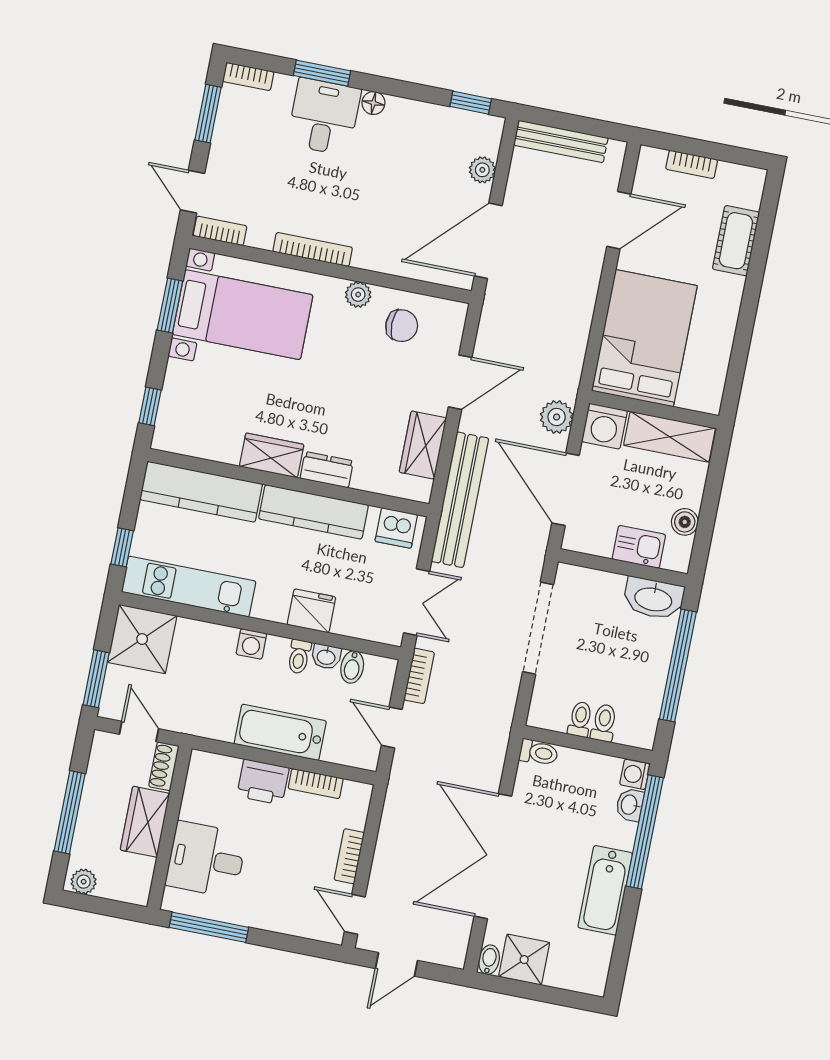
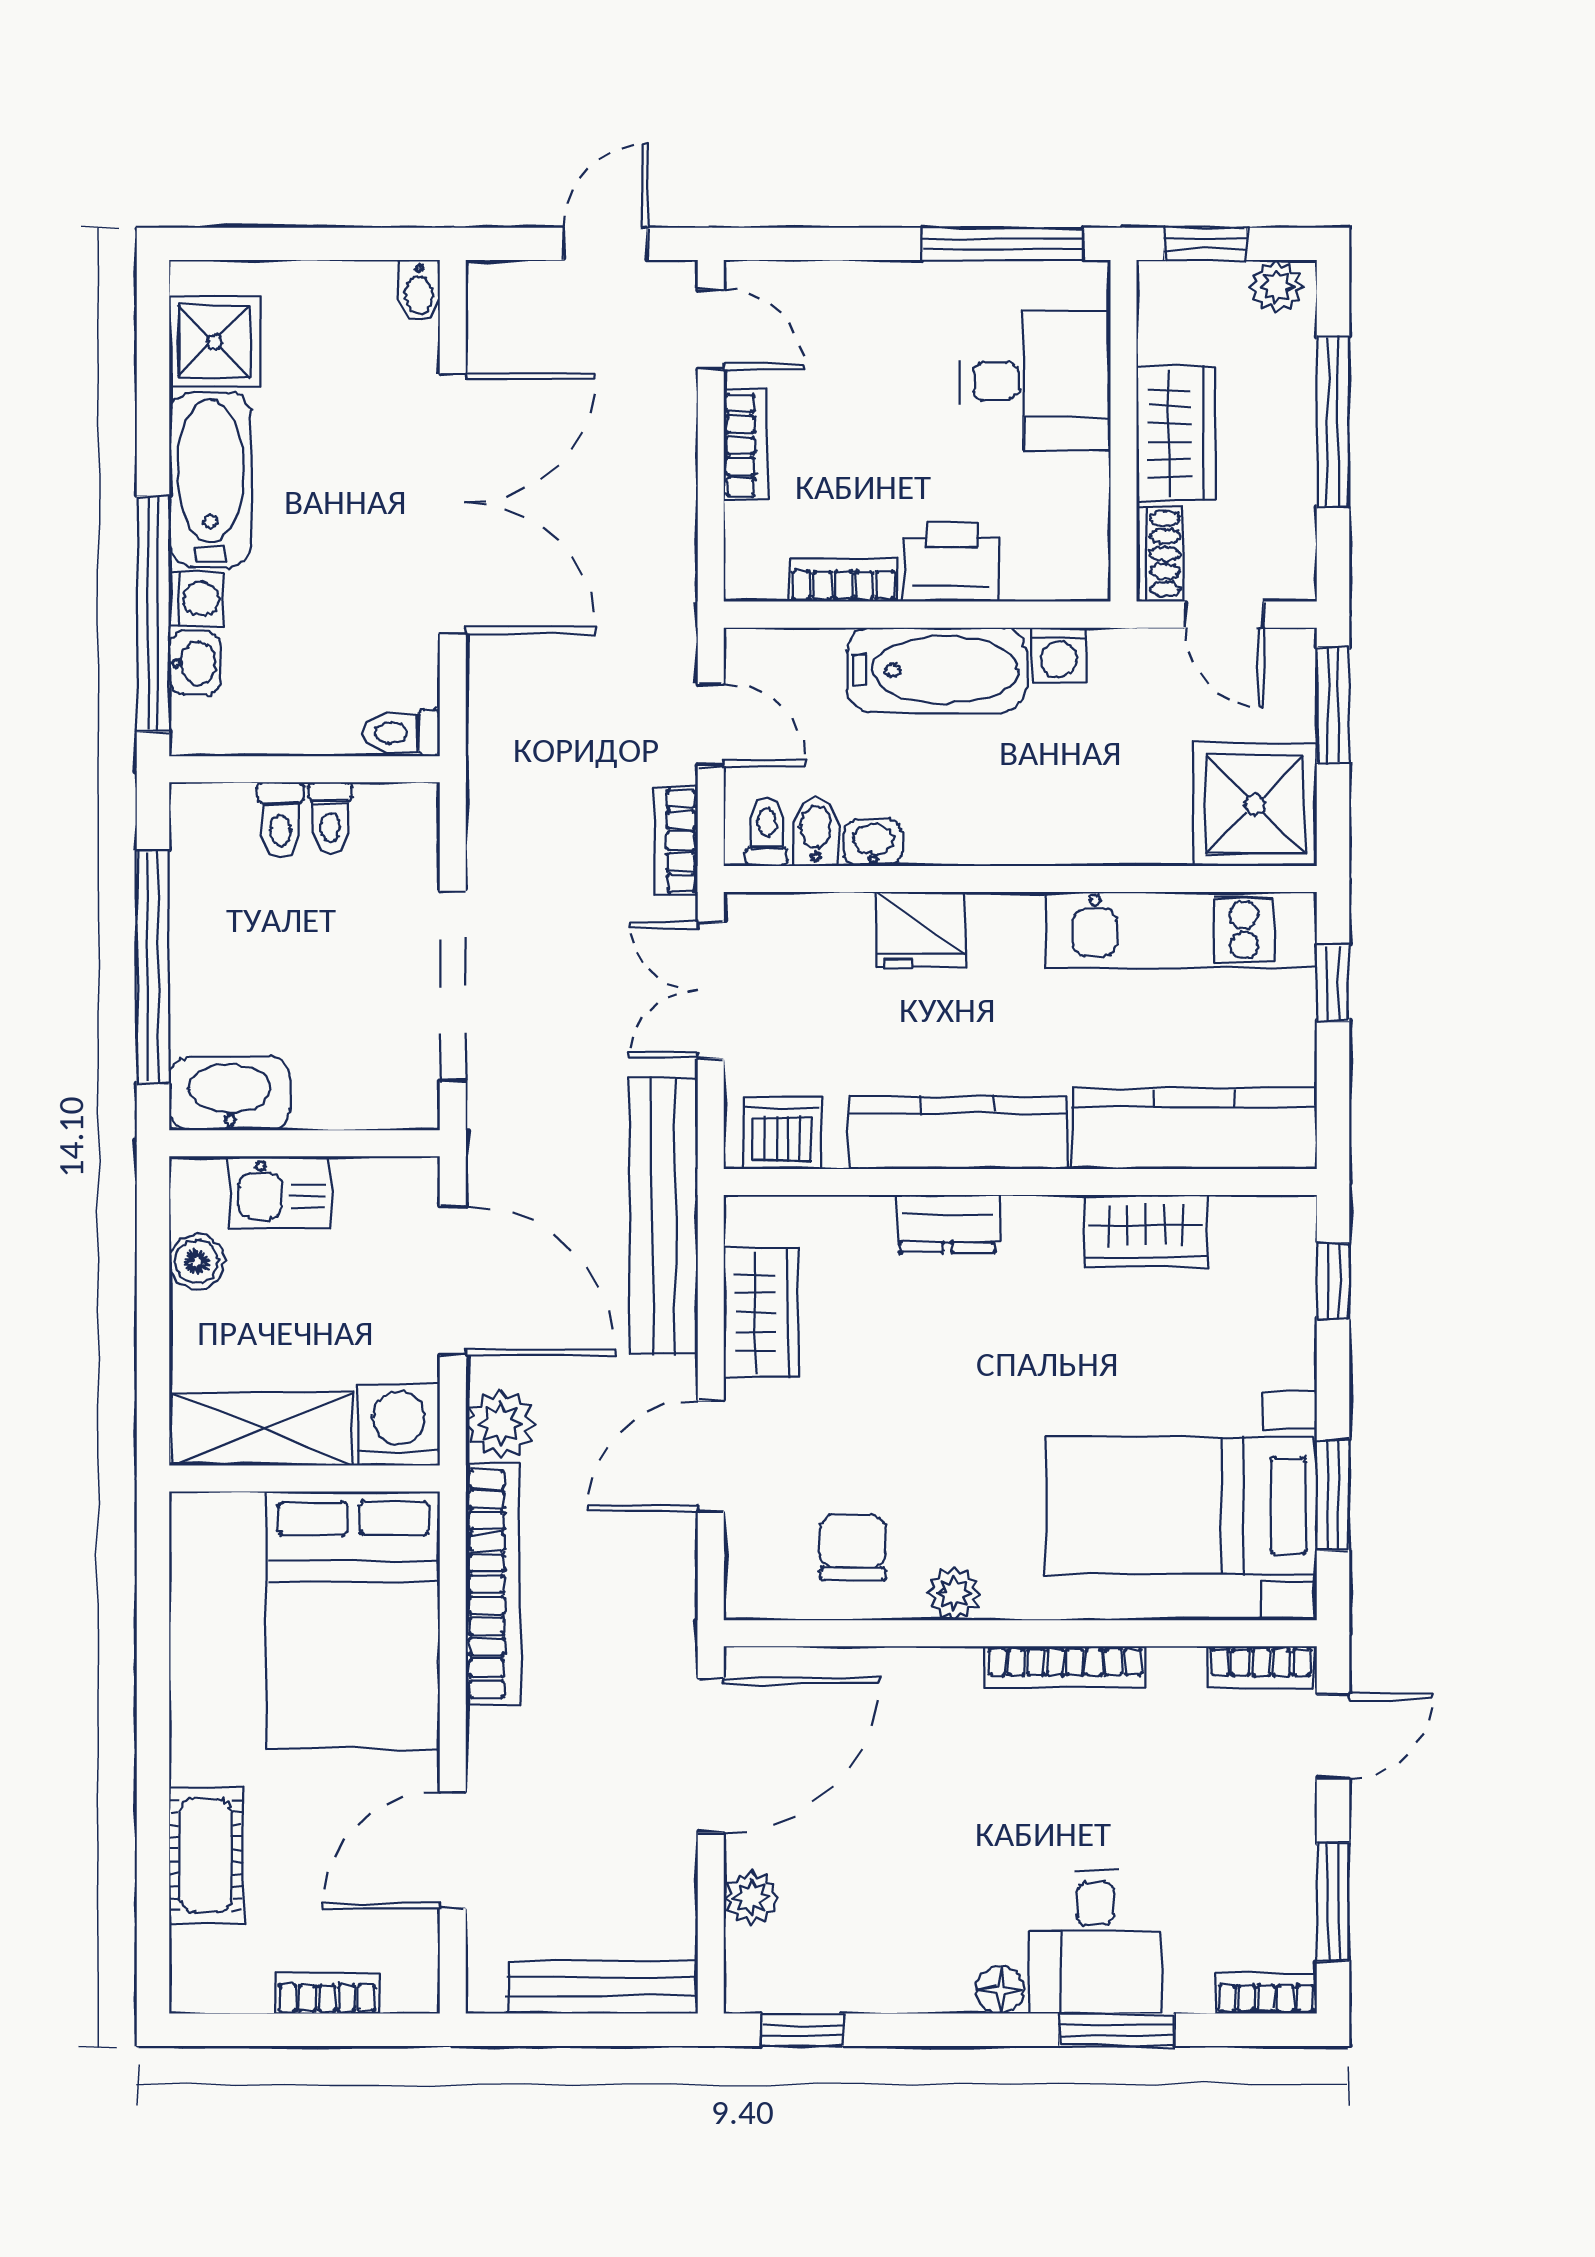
door: (193, 192) -> (1333, 1736), hinge flipped
chair: (402, 326) -> (853, 1548), turned 90
bookcase: (575, 342) -> (493, 1584), added
wardrobe: (272, 455) -> (1146, 1231), moved
washing machine: (251, 644) -> (1059, 655), moved, turned 180
toilet: (299, 657) -> (767, 832), moved
washing machine: (635, 774) -> (197, 599), moved
window: (113, 908) -> (1205, 244), added
shower: (524, 960) -> (214, 342), moved

